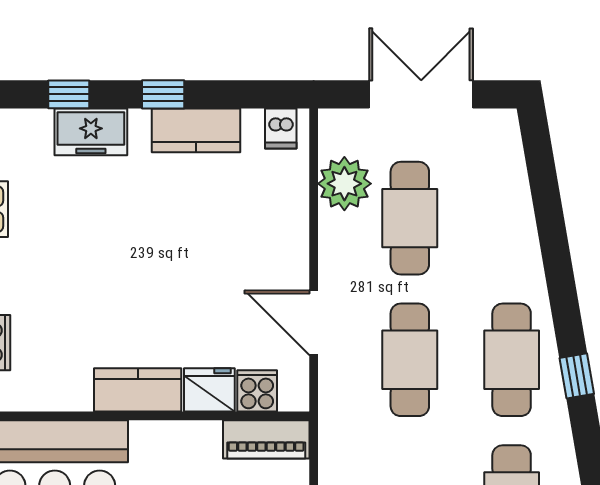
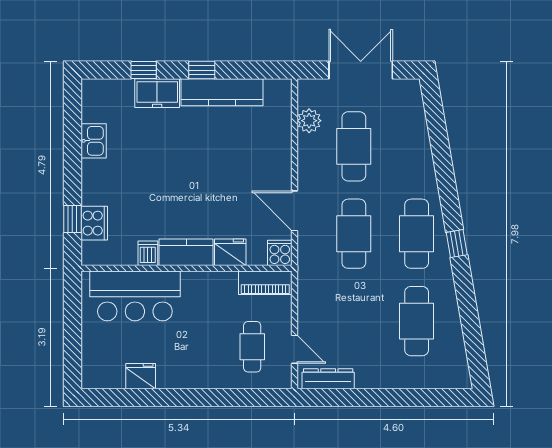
dishwasher: (281, 129) -> (148, 253), moved, turned 180
kitchen counter: (196, 130) -> (222, 92), width x1.50
plant: (344, 184) -> (309, 121), width x0.73, depth x0.73
cooker: (257, 391) -> (280, 253), moved

